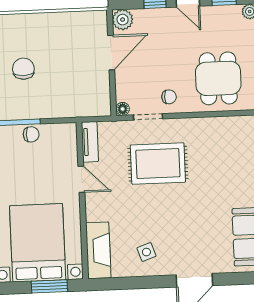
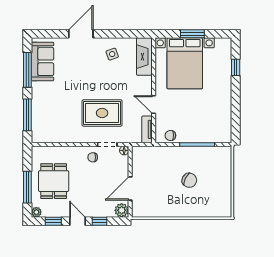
chair: (23, 69) -> (189, 180), turned -63
dining table: (218, 78) -> (54, 181), moved
chair: (31, 134) -> (170, 135), moved
window: (49, 286) -> (192, 34), moved

